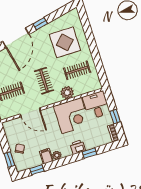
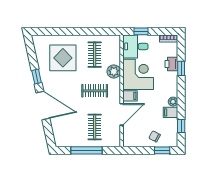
filing cabinet: (50, 114) -> (130, 96), added
window: (115, 117) -> (141, 31), moved
printer: (78, 147) -> (171, 64), moved

